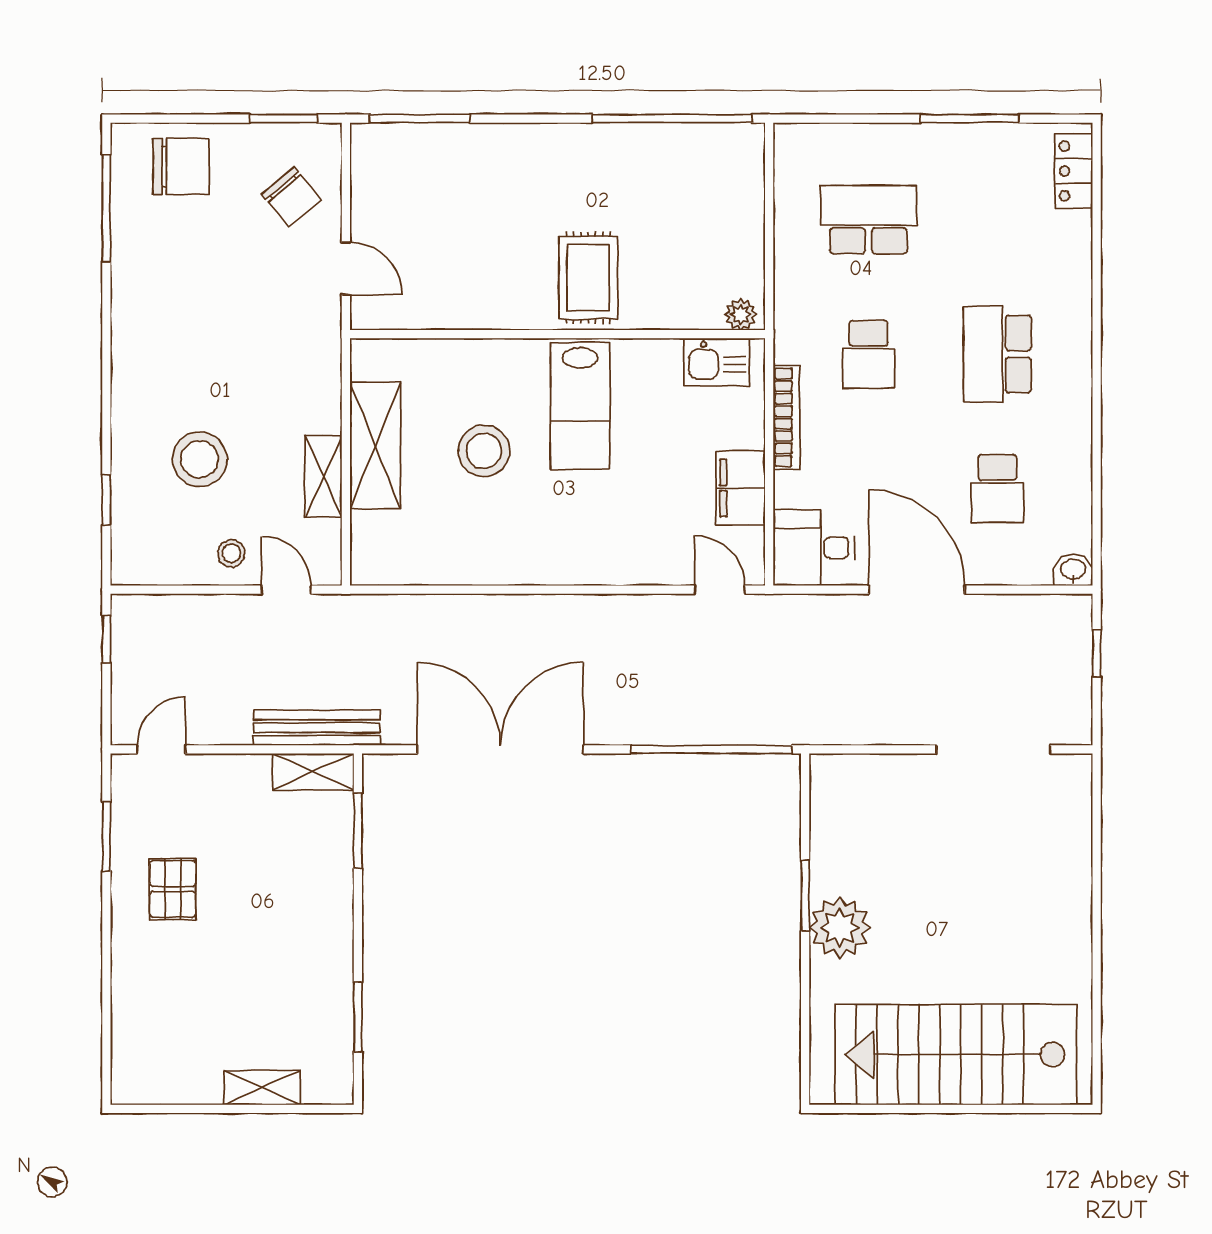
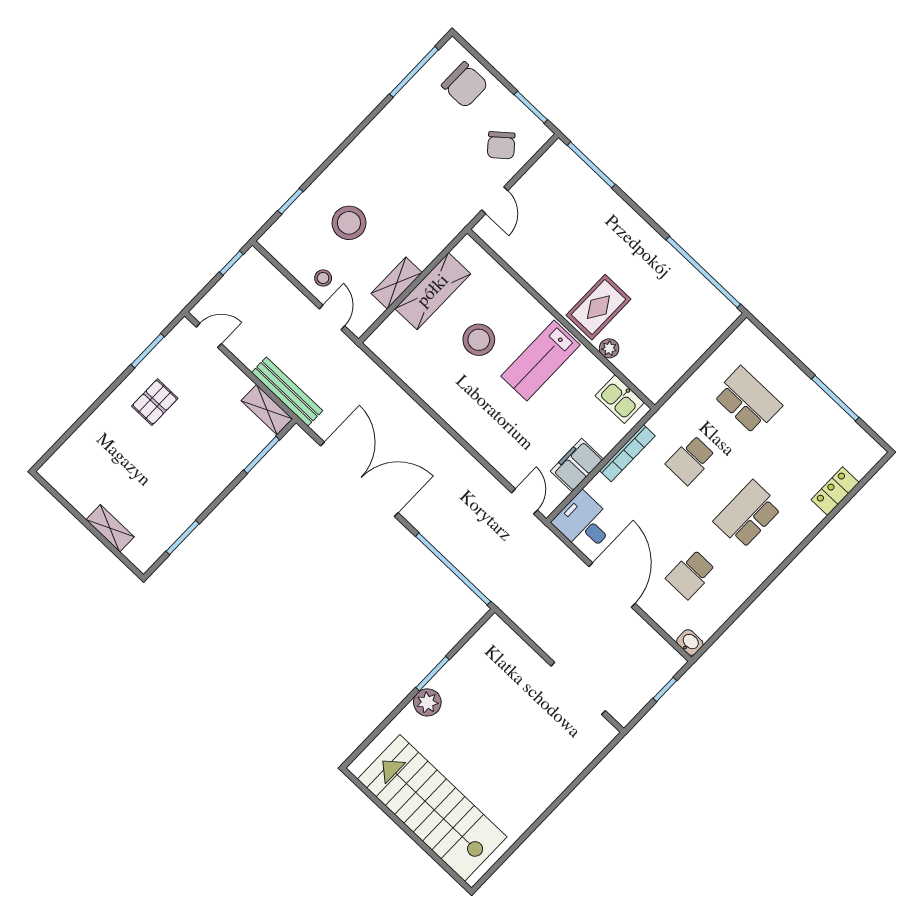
locker: (1074, 171) -> (835, 491), moved
plant: (741, 314) -> (609, 348), moved
plant: (840, 928) -> (427, 702), width x0.73, depth x0.73

